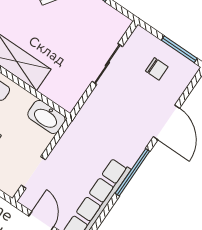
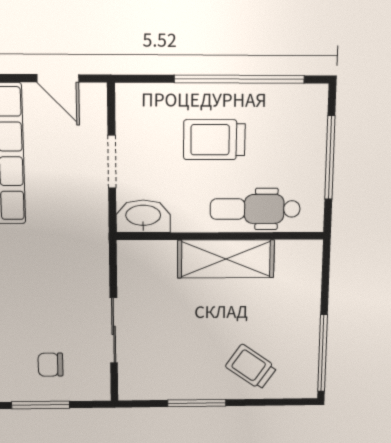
doorway: (33, 172) -> (112, 162), moved

